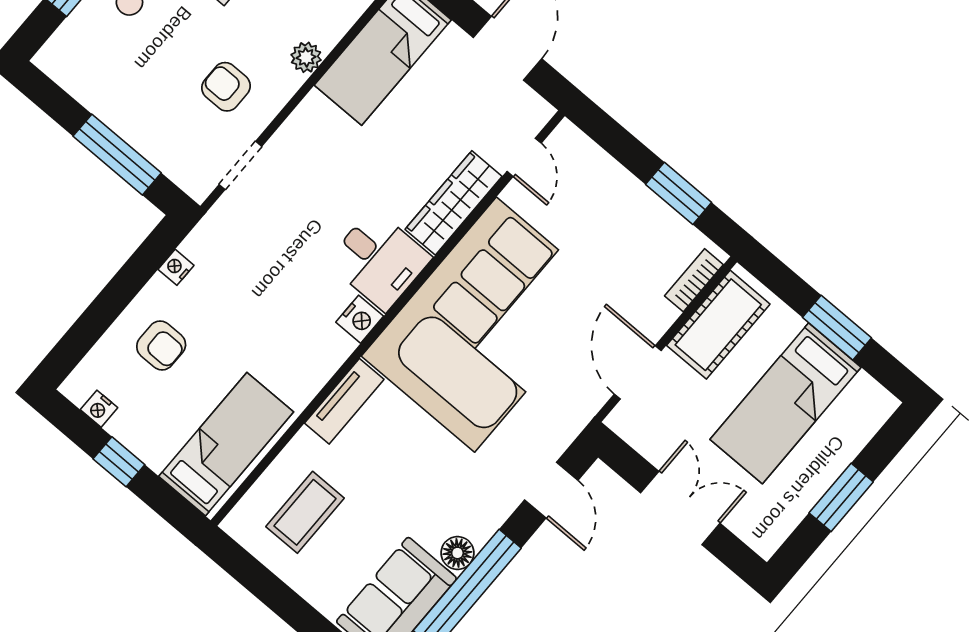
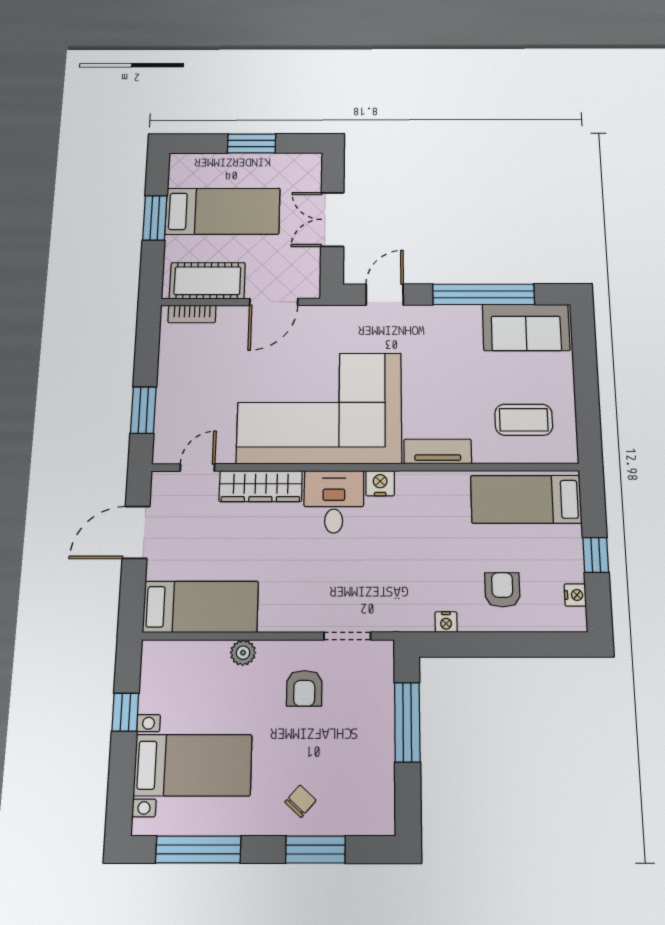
window: (679, 193) -> (143, 410), moved
floor lamp: (457, 553) -> (468, 316), removed

